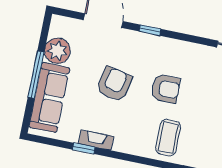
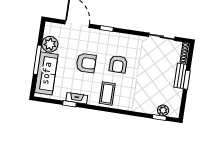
armchair: (114, 84) -> (86, 63), turned 78
armchair: (165, 89) -> (118, 64), turned 90
coffee table: (168, 138) -> (107, 93), moved

